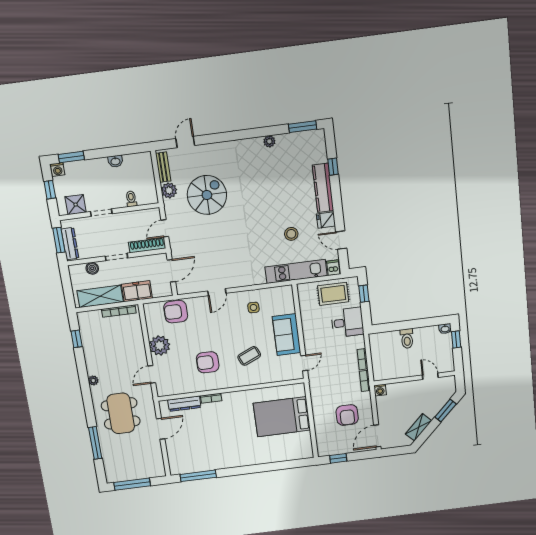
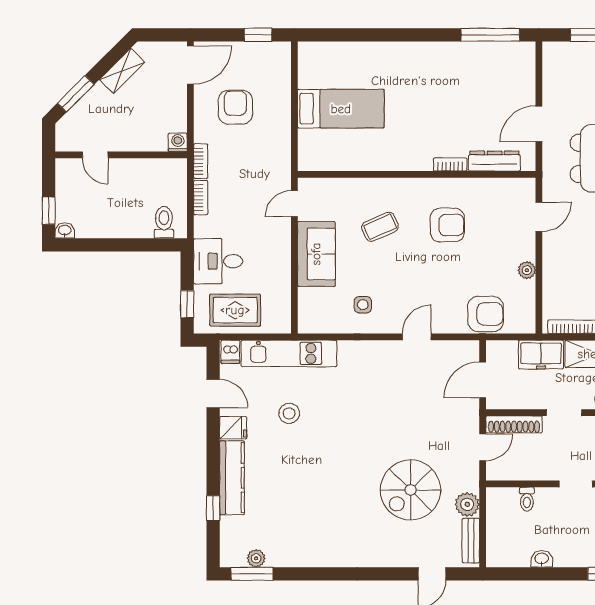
plant: (269, 141) -> (256, 558), moved
toilet: (407, 339) -> (164, 222), moved
plant: (160, 346) -> (527, 270), width x0.53, depth x0.53
bed: (282, 417) -> (341, 109), width x0.67

